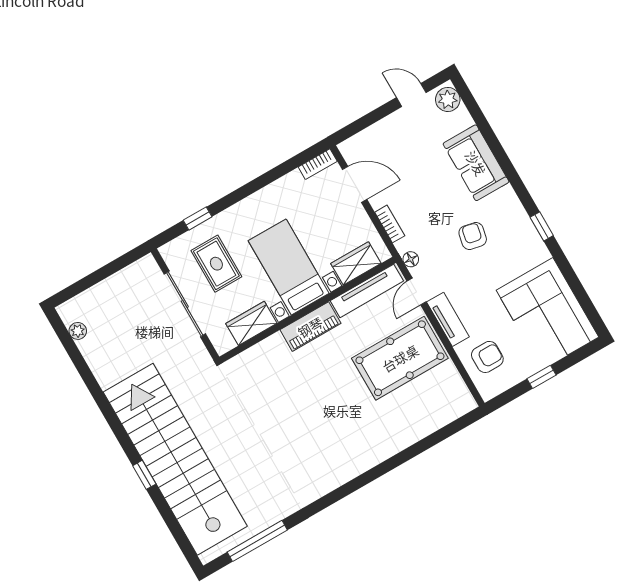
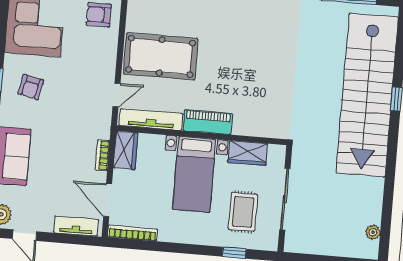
bookcase: (318, 164) -> (132, 233), width x1.56
armchair: (473, 236) -> (31, 87), moved
floor lamp: (411, 259) -> (105, 120), removed
wardrobe: (356, 263) -> (126, 150), moved, turned -90
tv unit: (448, 319) -> (76, 226), moved, turned 90

